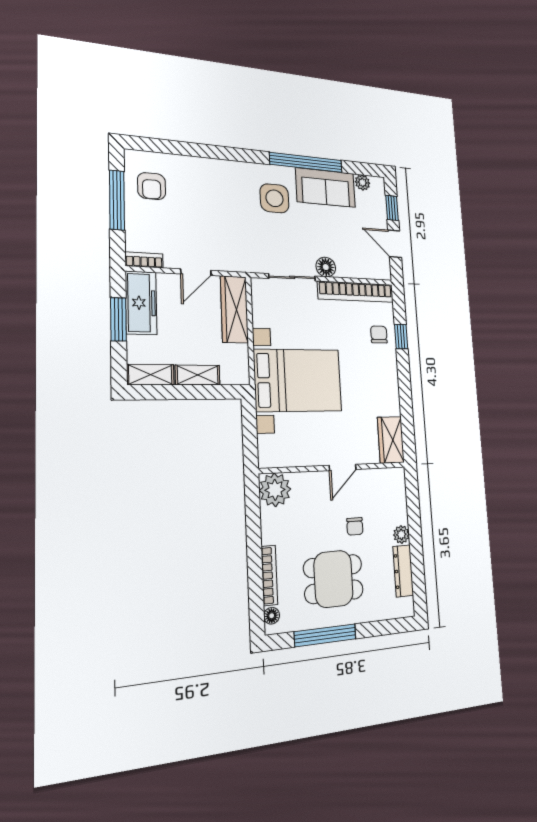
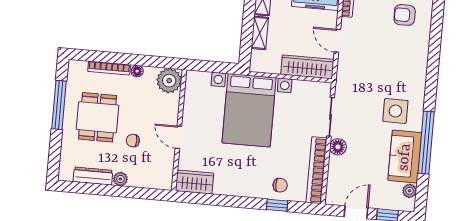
floor lamp: (272, 616) -> (137, 71), moved

